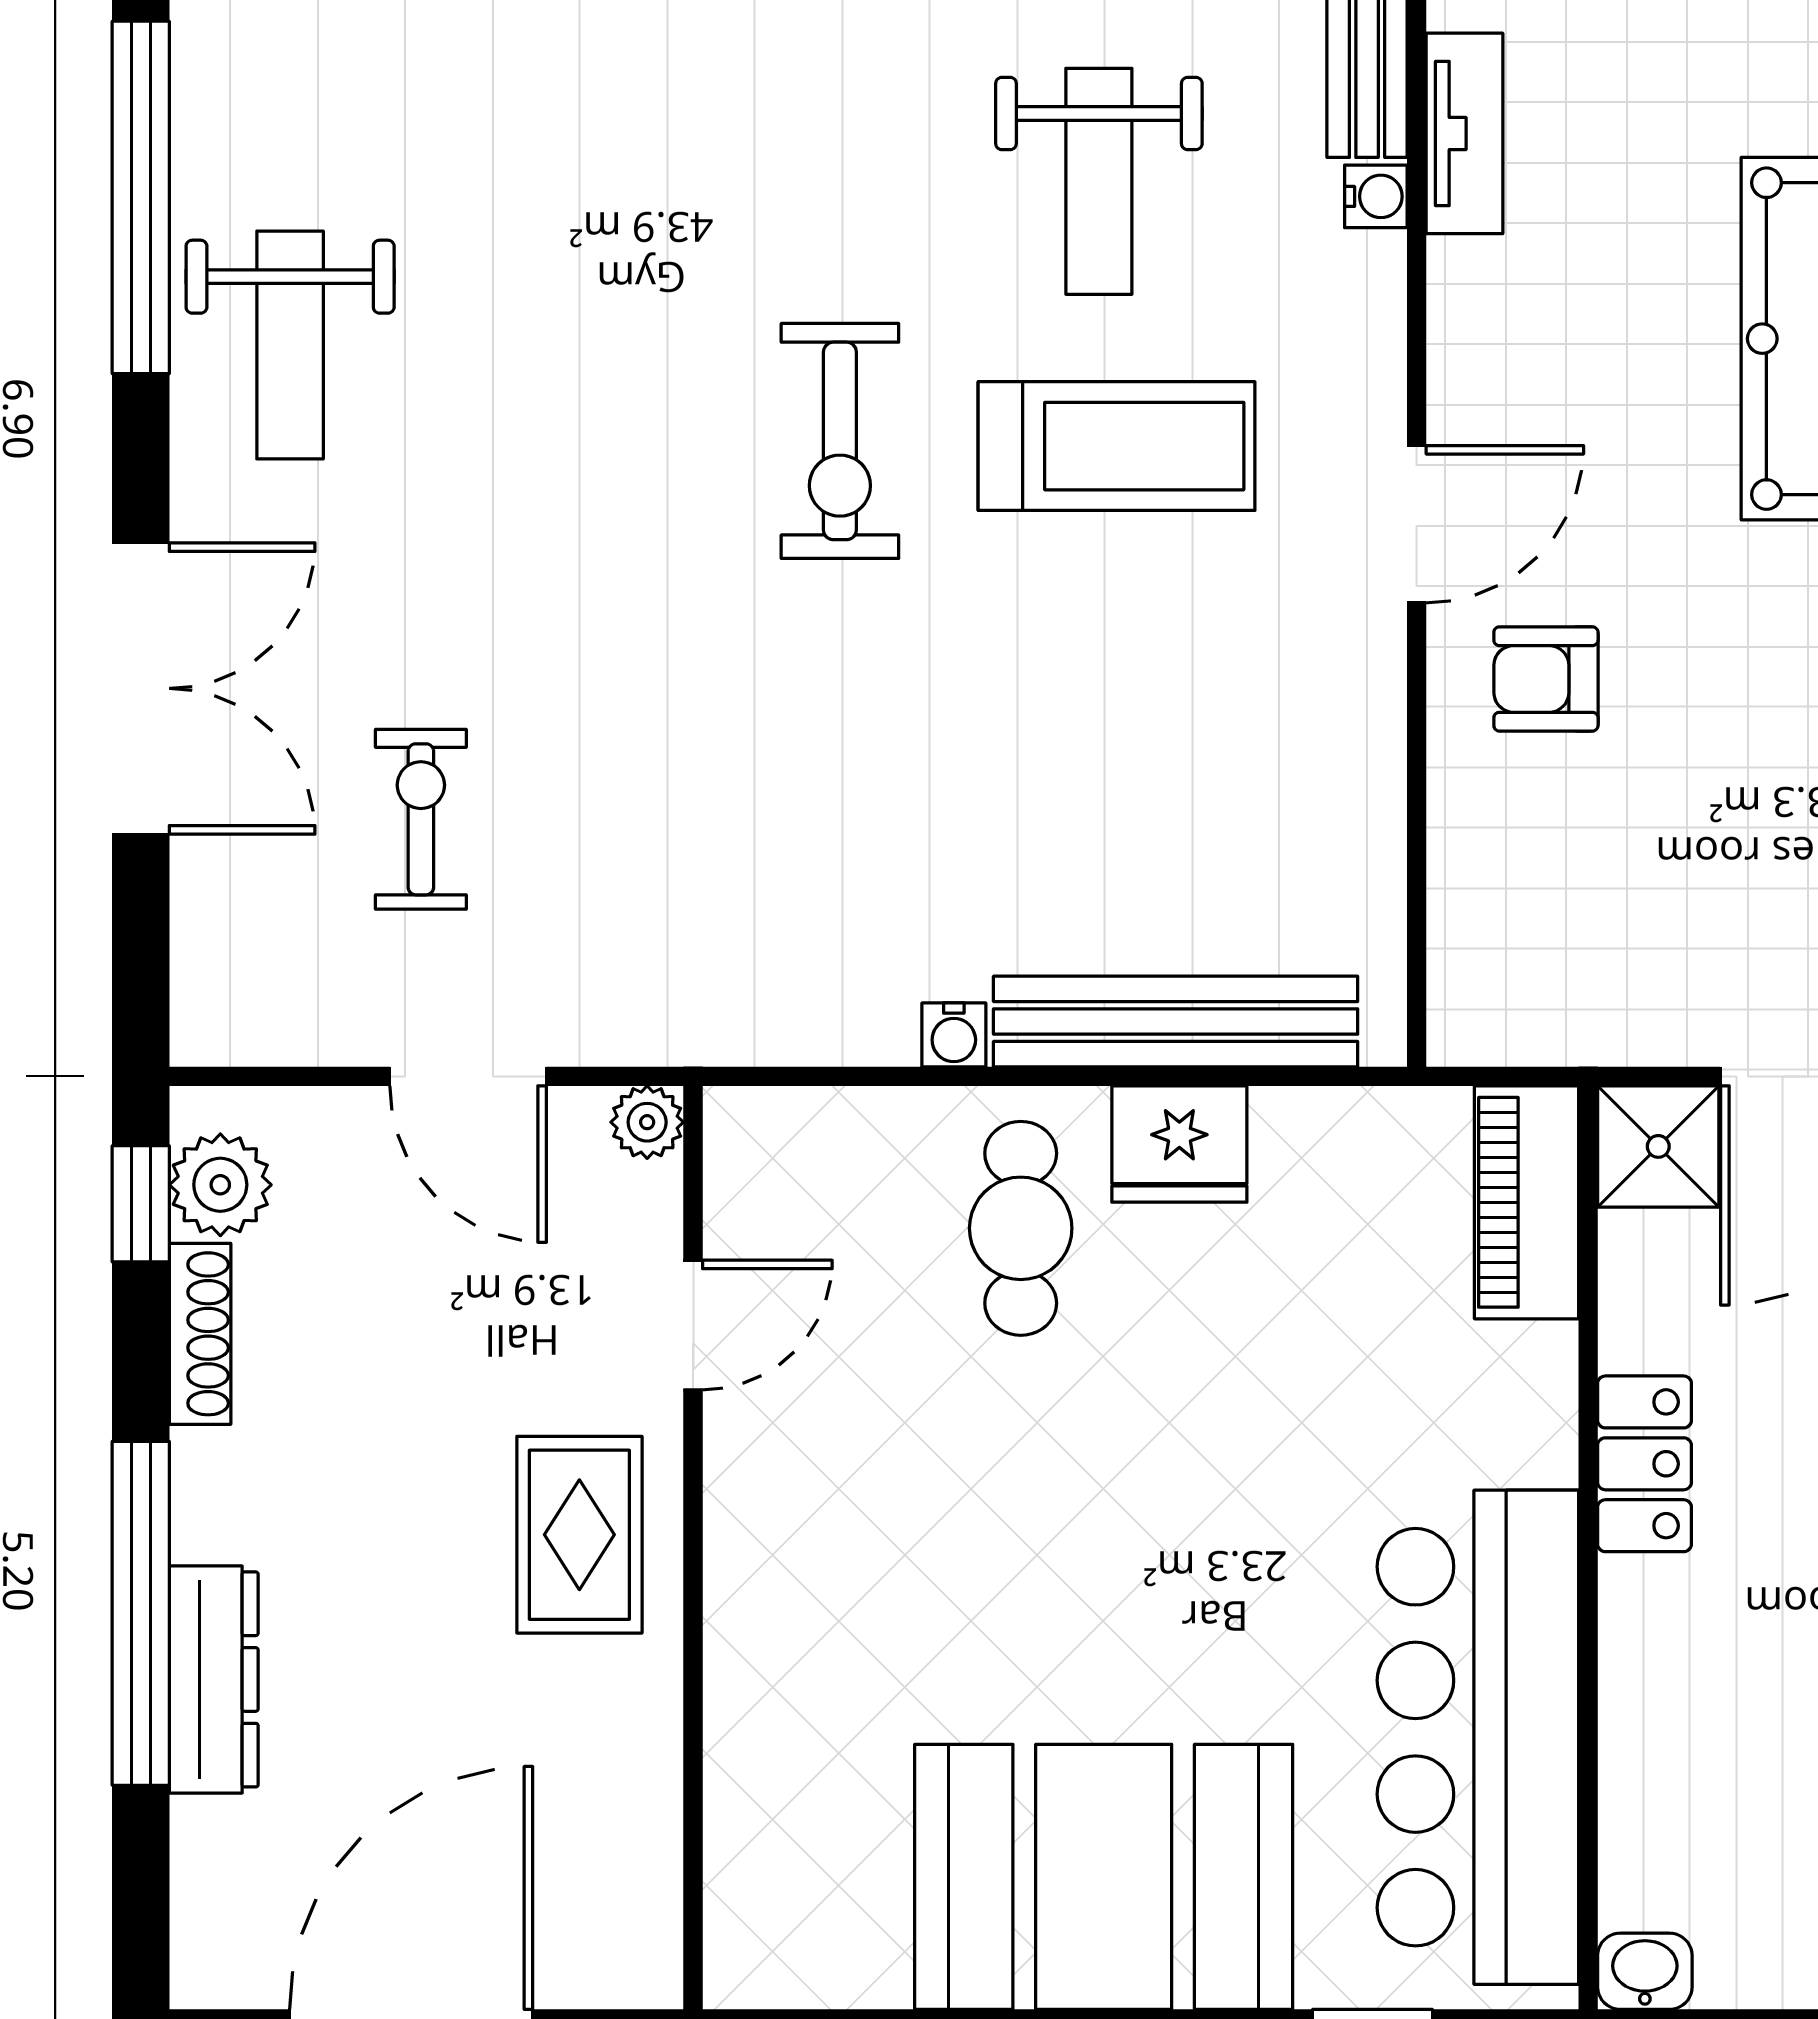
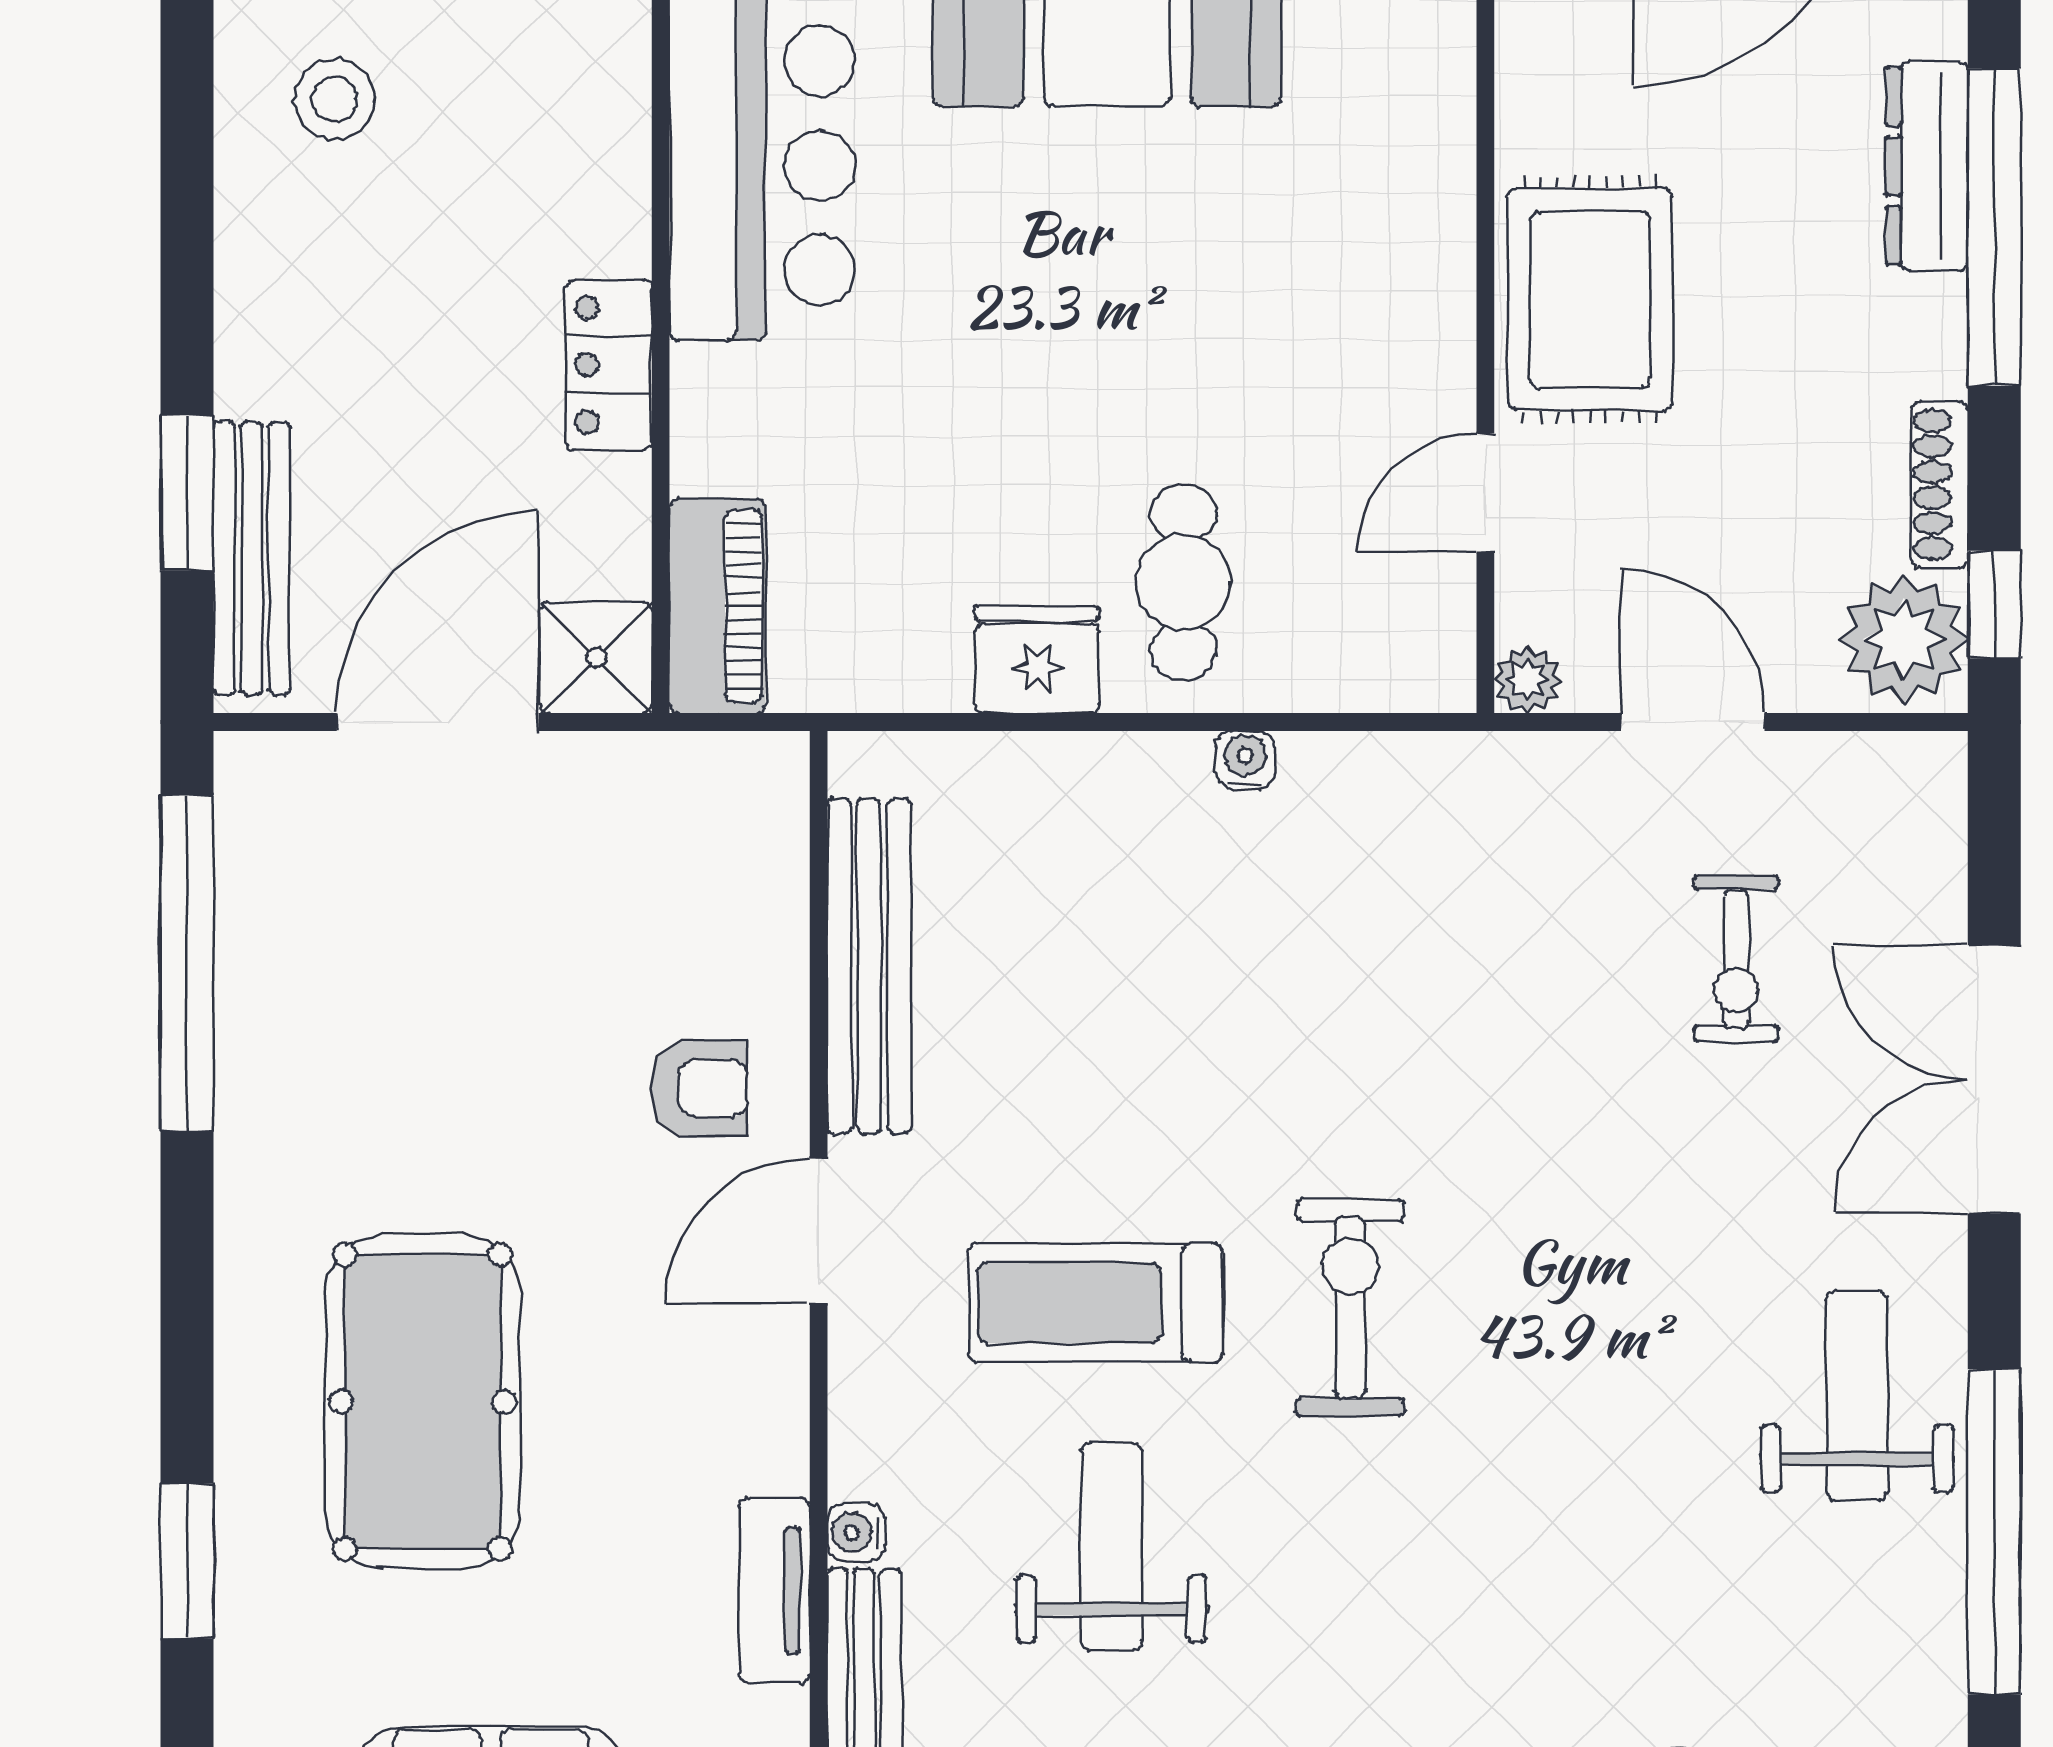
bench: (1176, 1021) -> (869, 966), moved, turned 90
plant: (220, 1185) -> (1904, 639), width x1.36, depth x1.36
rug: (579, 1535) -> (1590, 300), width x1.36, depth x1.43

